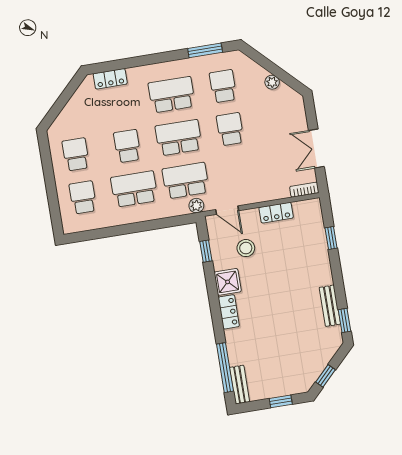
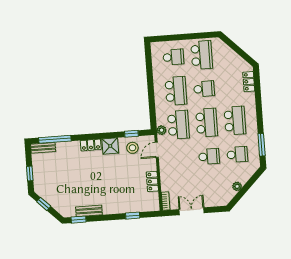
school desk: (76, 154) -> (202, 55), width x1.85
stool: (246, 248) -> (132, 148), moved

